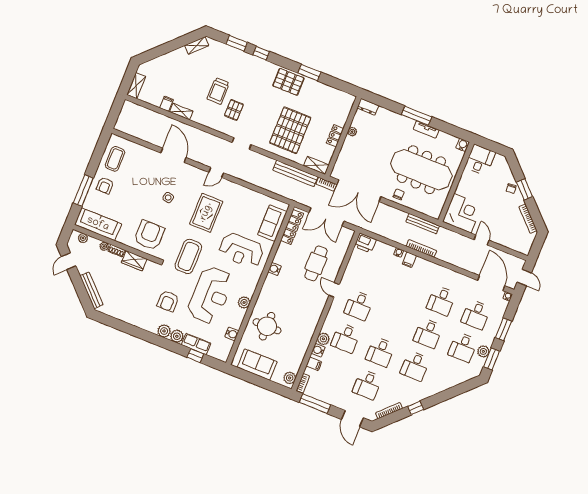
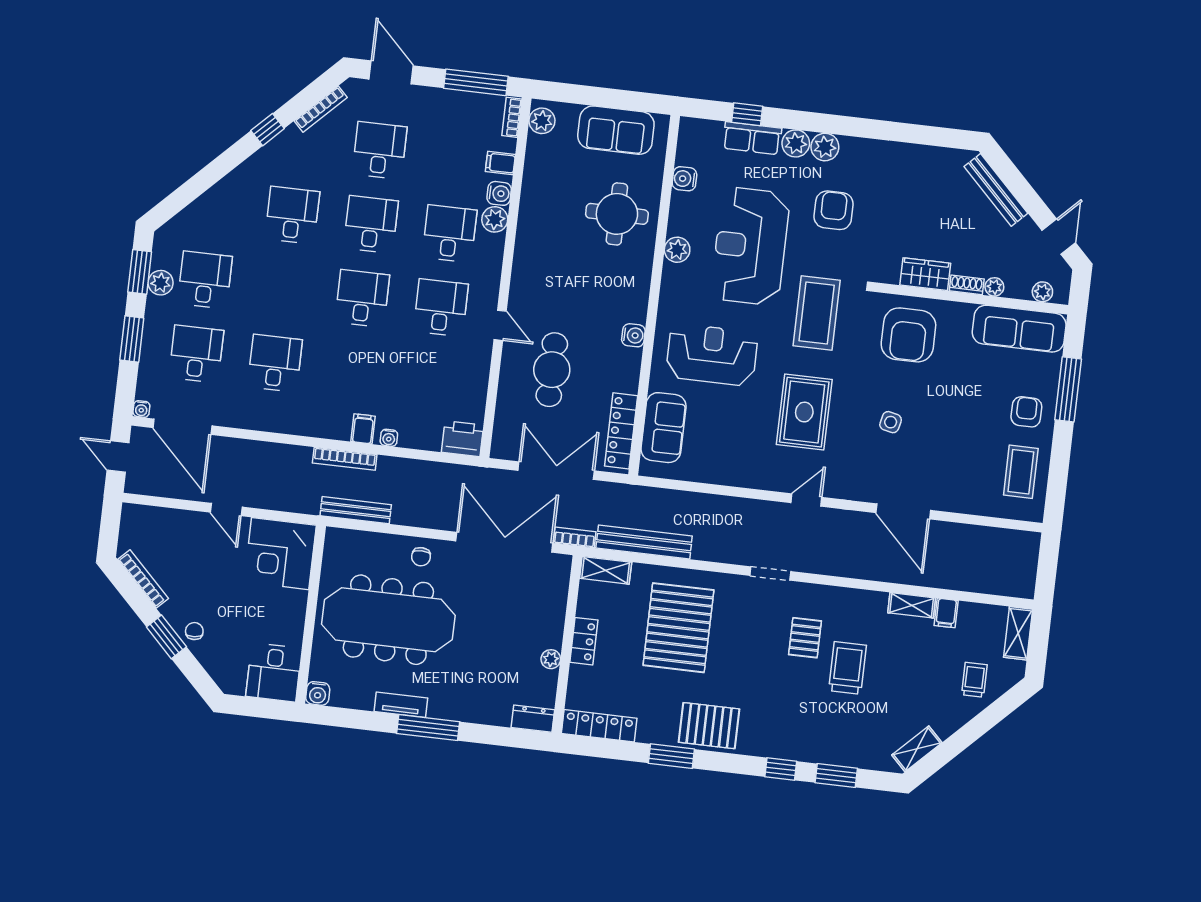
trolley: (162, 70) -> (974, 680), added
locker: (338, 95) -> (599, 726), added
desk: (428, 333) -> (362, 298), moved

